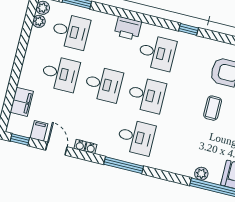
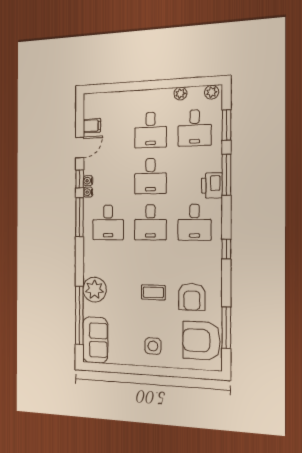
window: (122, 13) -> (226, 175), added
plant: (39, 21) -> (180, 94), moved
filing cabinet: (22, 102) -> (115, 100), removed
window: (20, 140) -> (80, 179), moved
water cooler: (80, 145) -> (88, 192), moved
plant: (201, 174) -> (95, 290), width x1.87, depth x1.87

